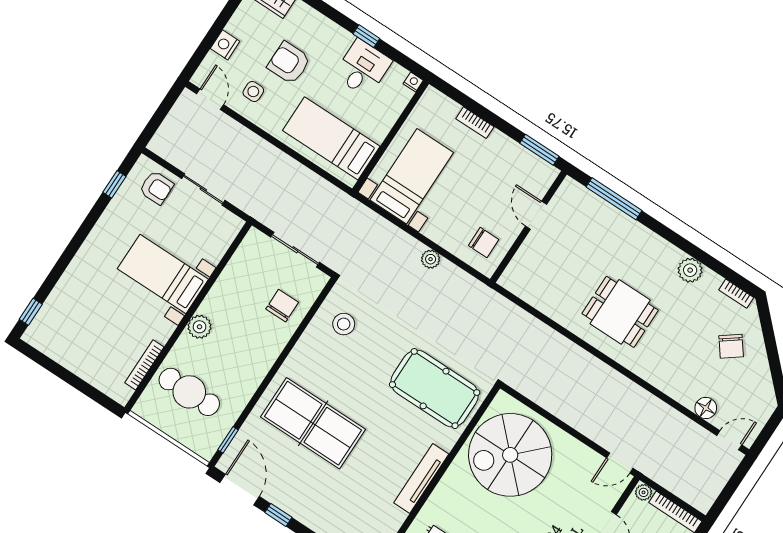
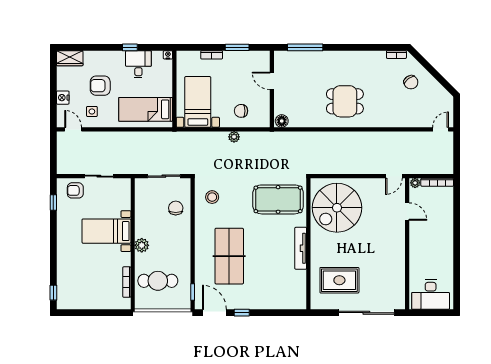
window: (539, 150) -> (237, 47), moved
armchair: (156, 188) -> (75, 190), turned 180
chair: (484, 242) -> (241, 111), moved, turned 180
plant: (690, 270) -> (366, 58), removed
floor lamp: (706, 408) -> (282, 121), moved
table tennis table: (313, 423) -> (229, 256), turned 90

